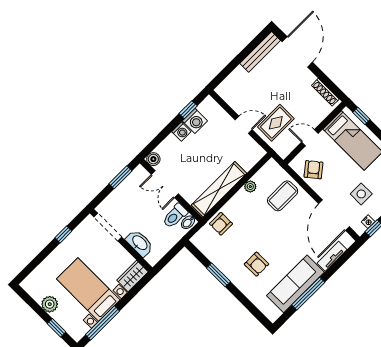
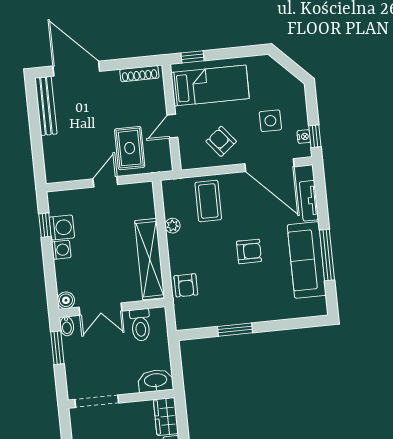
armchair: (313, 170) -> (221, 141), moved
bidet: (188, 222) -> (67, 326), moved
washbasin: (140, 243) -> (156, 381), moved
armchair: (256, 264) -> (249, 251), moved

